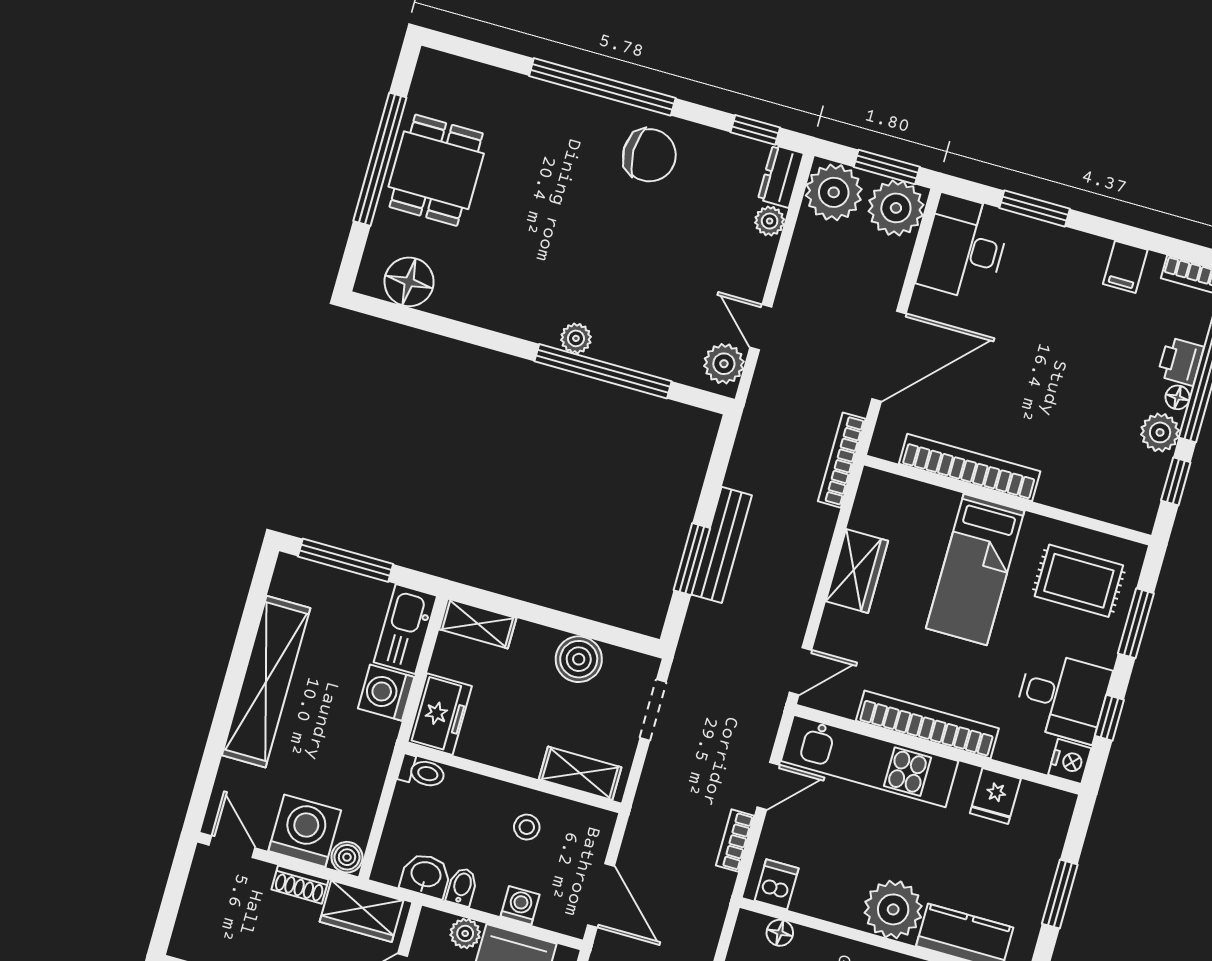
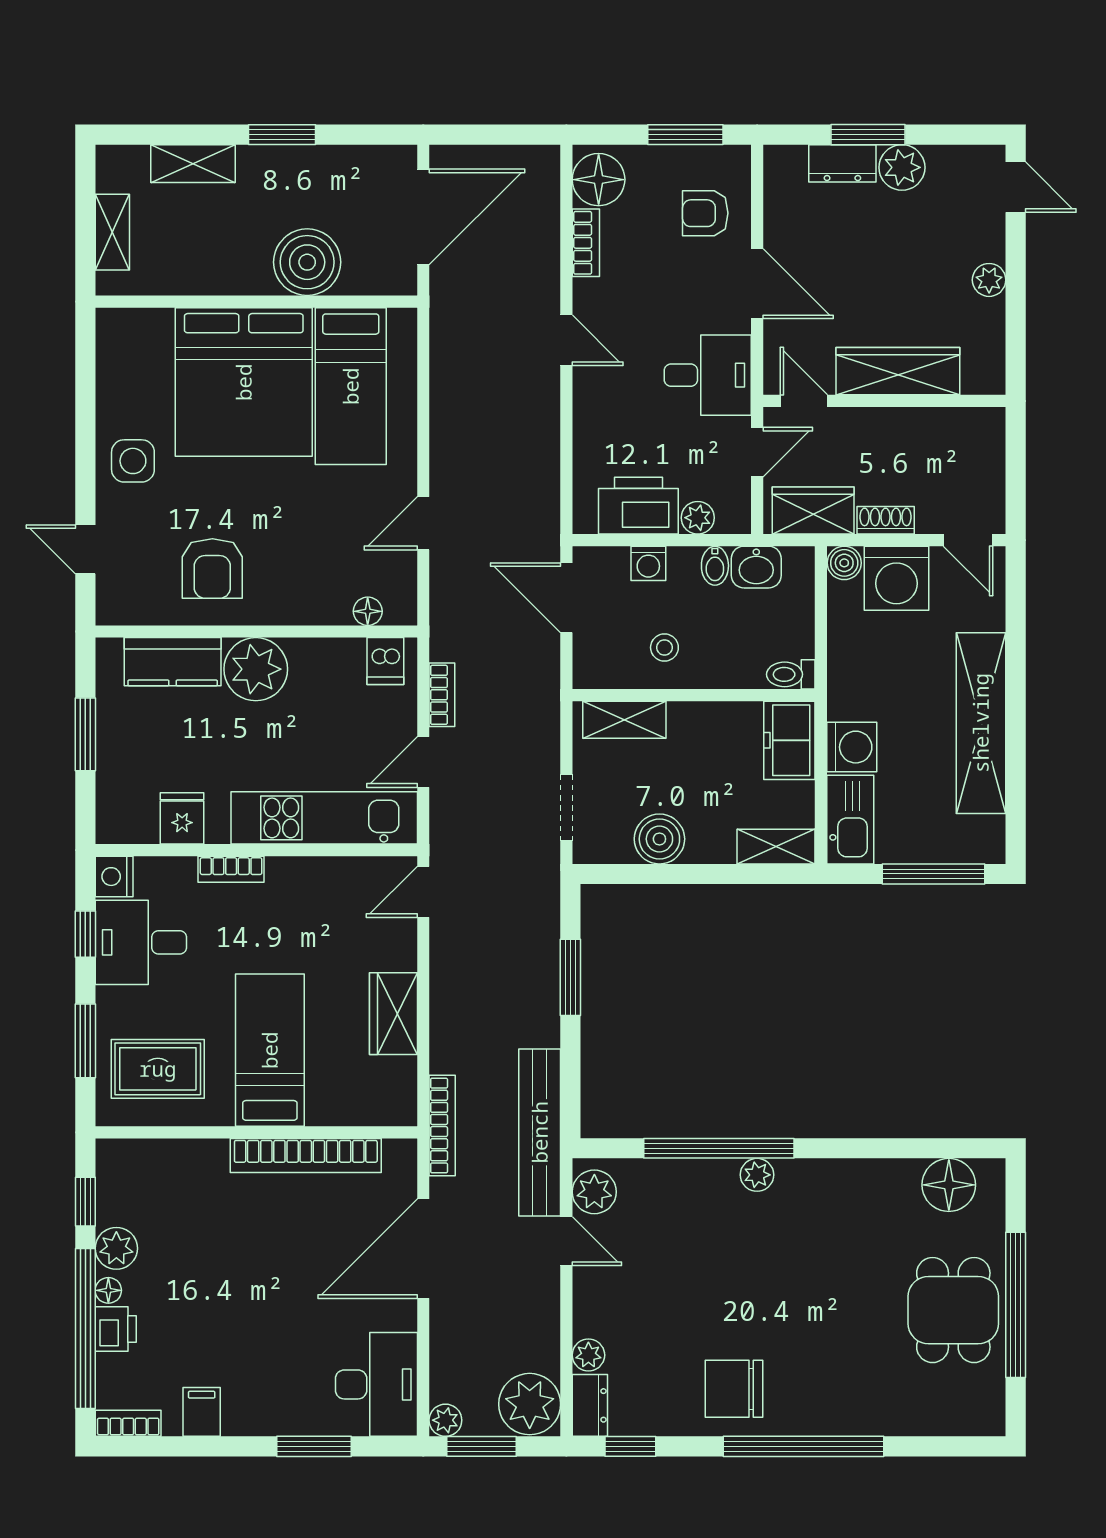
plant: (896, 208) -> (445, 1420), width x0.53, depth x0.53
bench: (722, 545) -> (540, 1132), moved, width x1.37, depth x1.21
bookcase: (927, 724) -> (231, 869), width x0.43, depth x0.76

